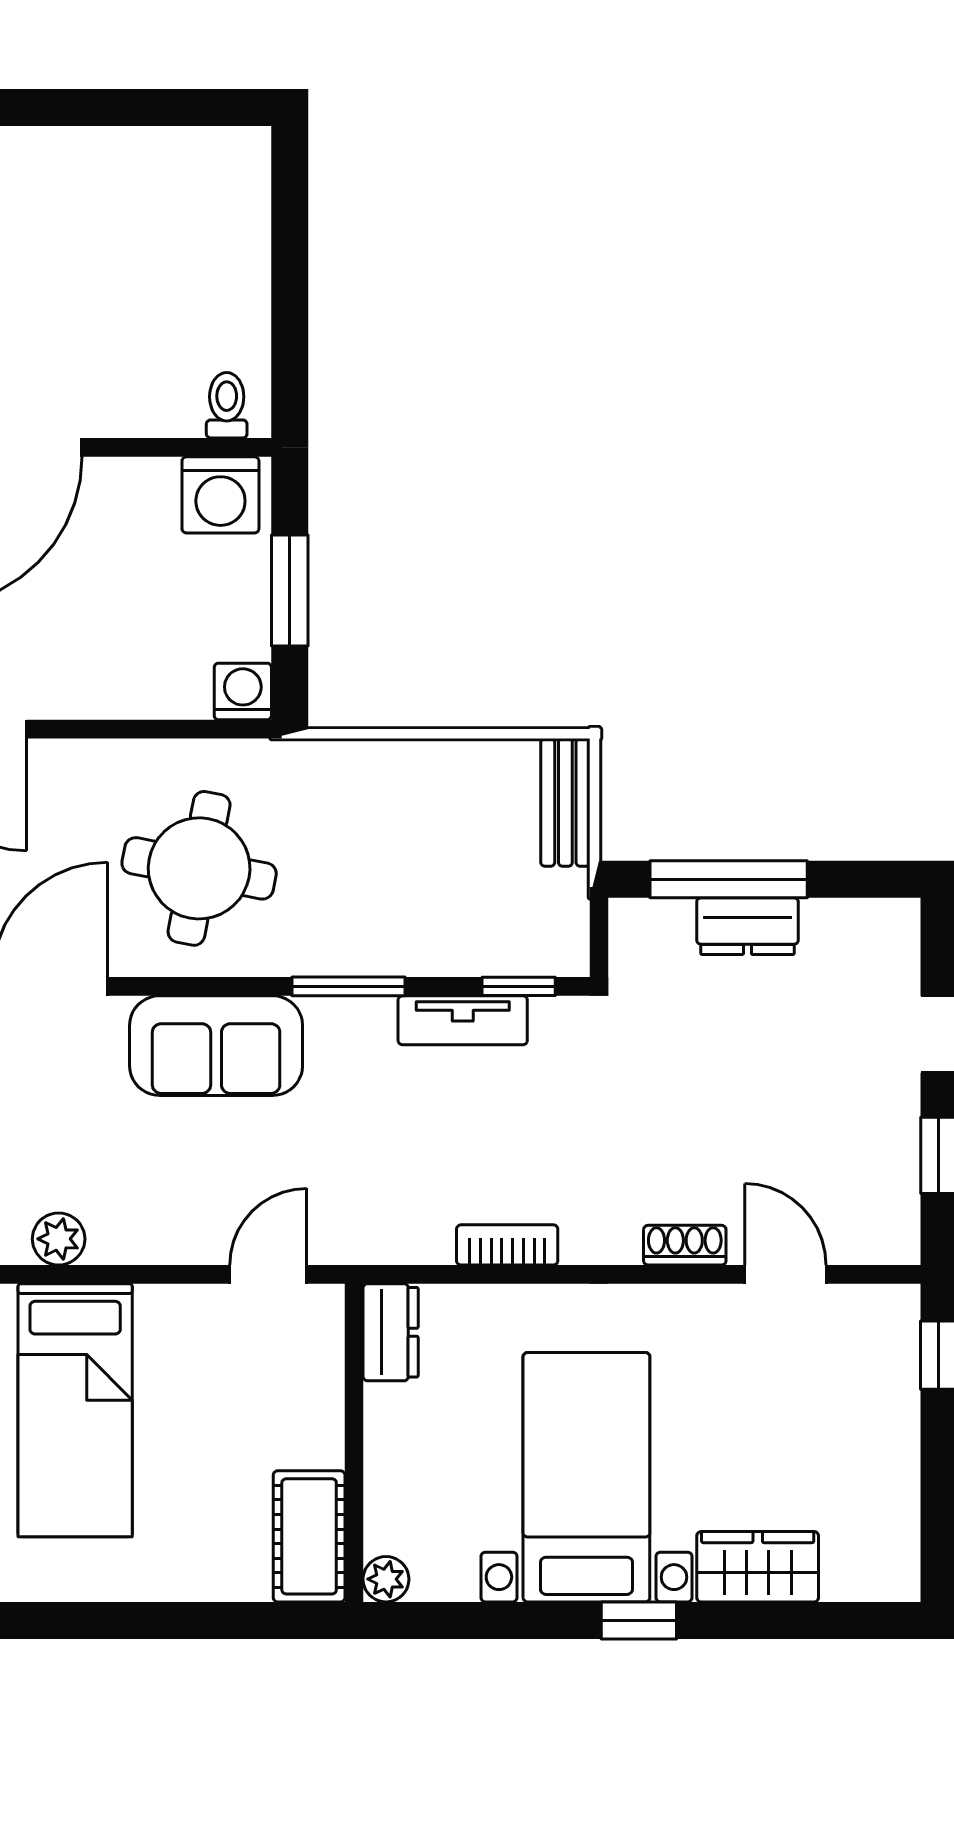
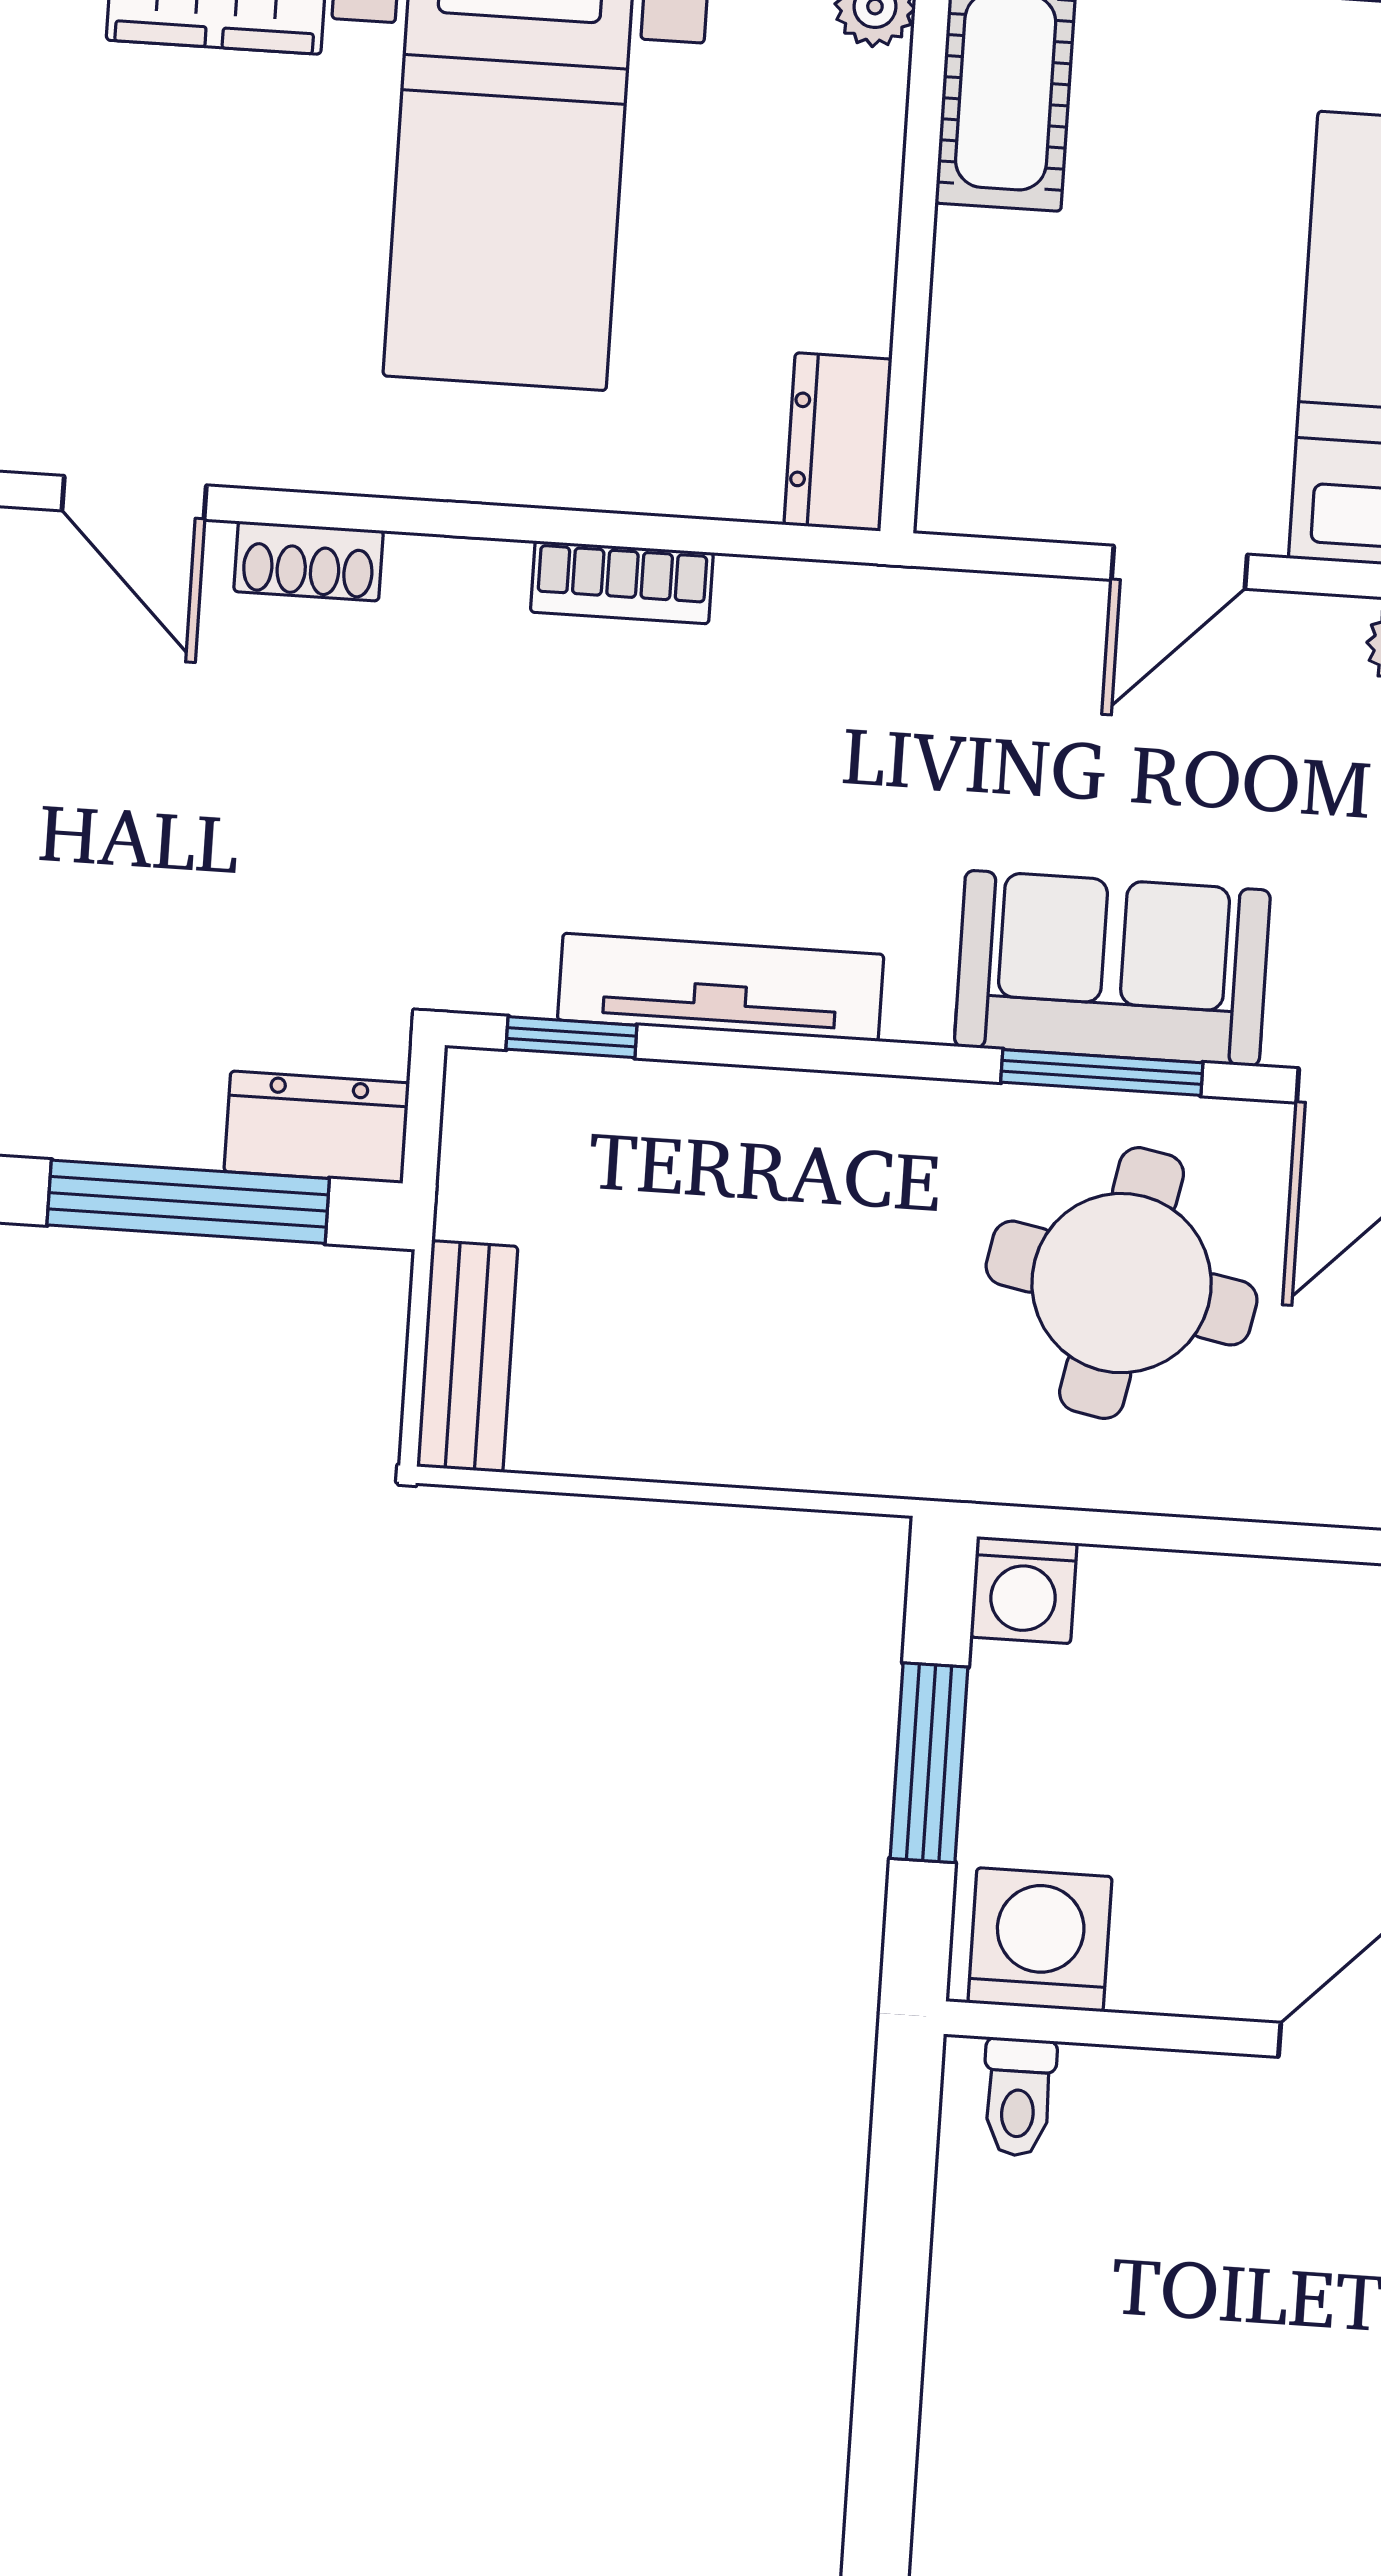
dresser: (747, 926) -> (317, 1127), moved
window: (348, 986) -> (1102, 1072), moved
tv unit: (463, 1020) -> (721, 987), width x1.41
door: (268, 1274) -> (1179, 567), moved

